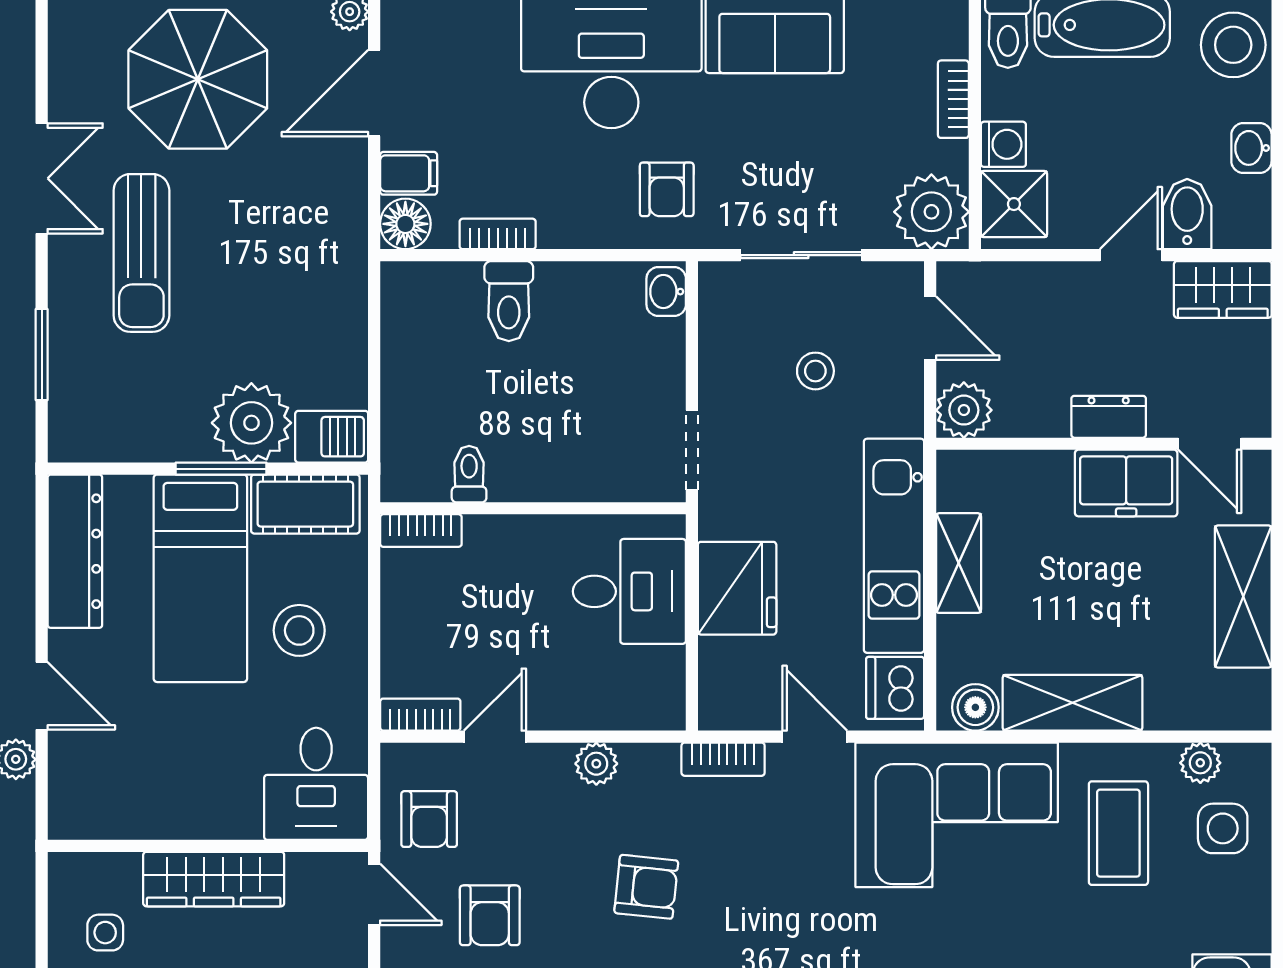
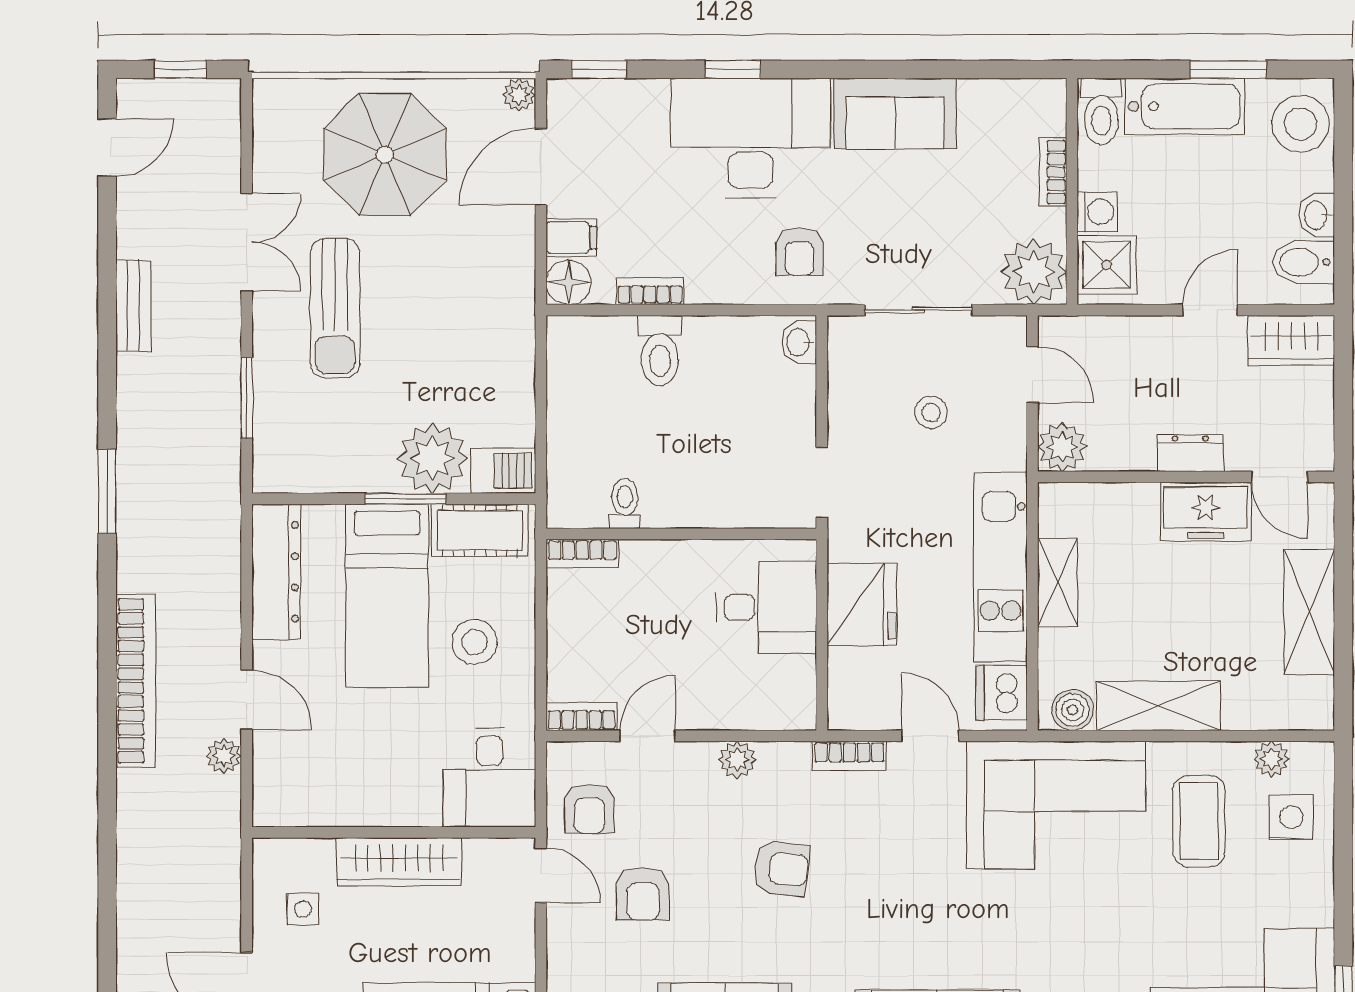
bidet: (1187, 214) -> (1303, 262), moved, turned -90

